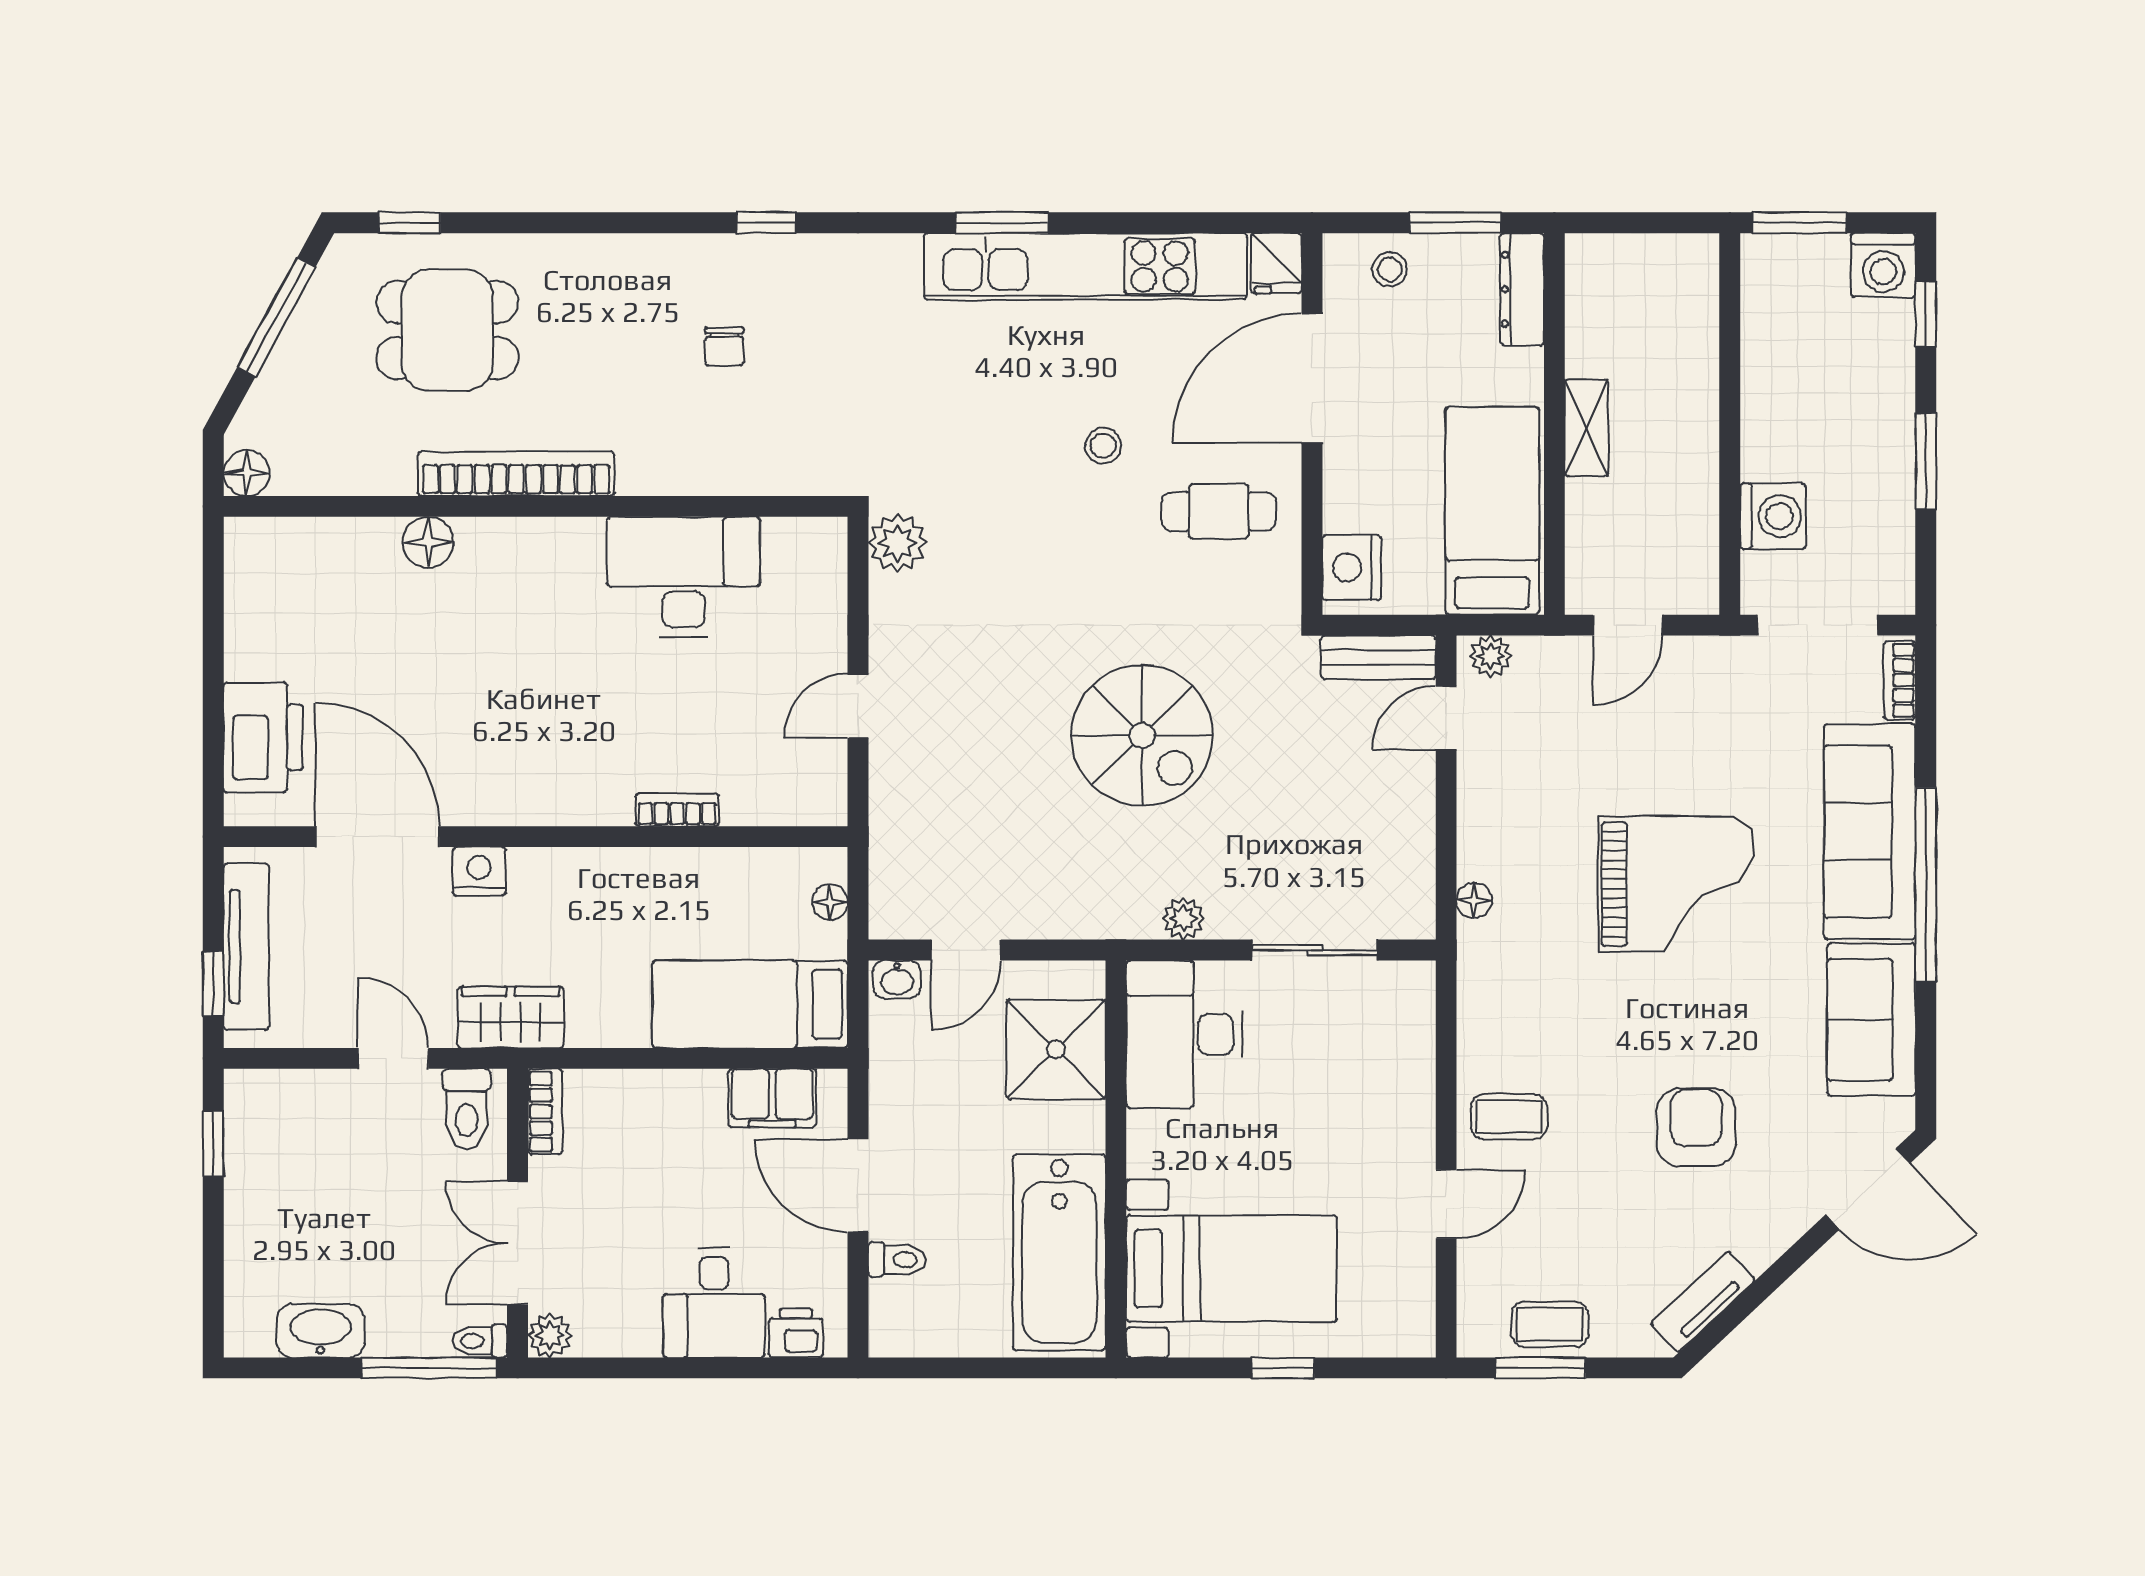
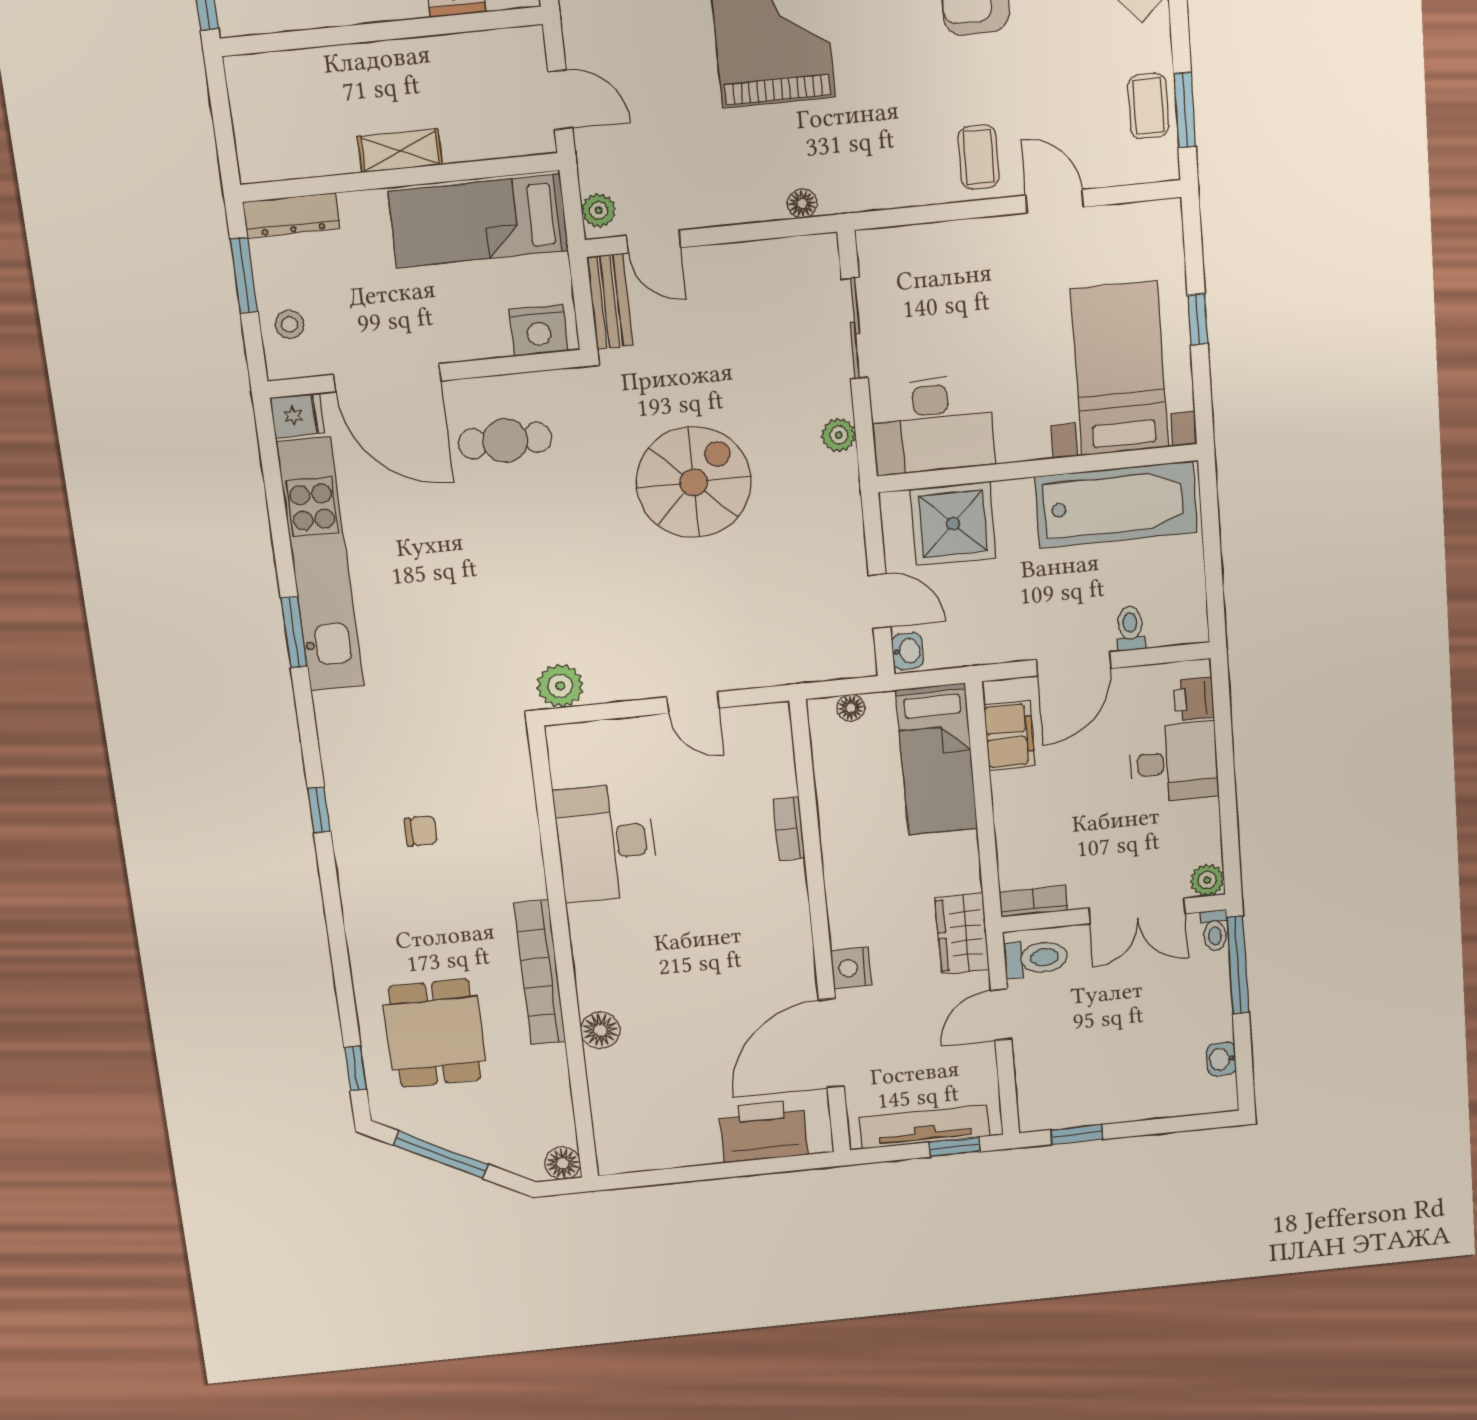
stool: (1103, 446) -> (463, 536), removed
cafe table: (1219, 511) -> (505, 441), turned 90
washbasin: (321, 1331) -> (1221, 1059), width x0.52, depth x0.69

